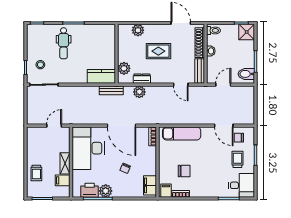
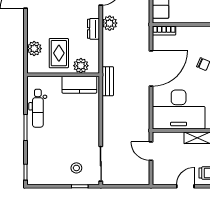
dental chair: (64, 43) -> (38, 108), moved, turned 90
rug: (158, 51) -> (59, 53), moved
kitchen counter: (101, 76) -> (79, 85), moved, turned -90
dresser: (142, 79) -> (93, 29), moved
plant: (139, 92) -> (110, 23), moved
door: (25, 154) -> (185, 186), added

